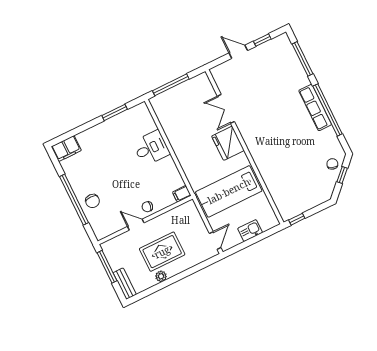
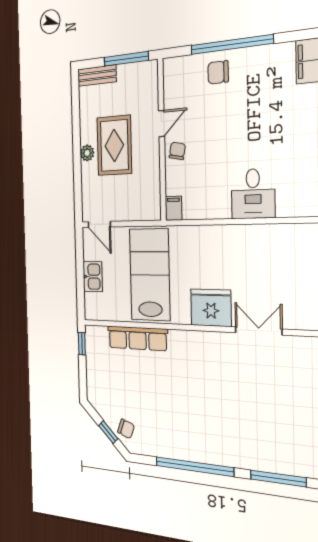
row of seats: (315, 108) -> (137, 338), moved, turned 180
plant: (161, 276) -> (87, 153), moved

